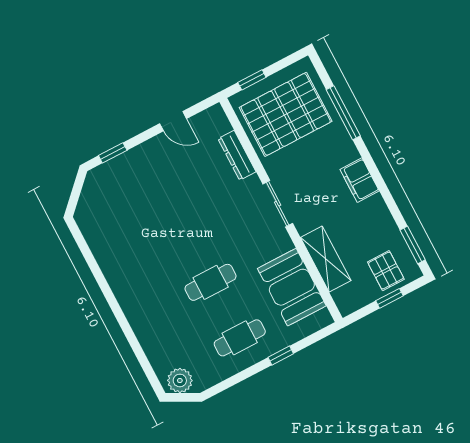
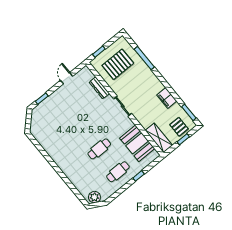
pallet: (286, 114) -> (118, 64), width x0.73, depth x0.71
door: (173, 121) -> (67, 78), swing flipped
filing cabinet: (360, 180) -> (167, 98), moved
shelving: (326, 259) -> (159, 138), moved

